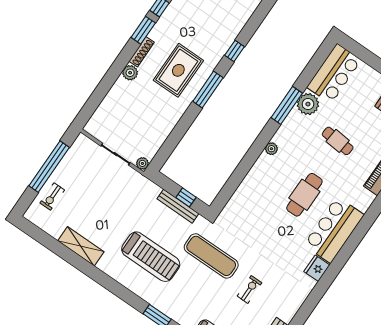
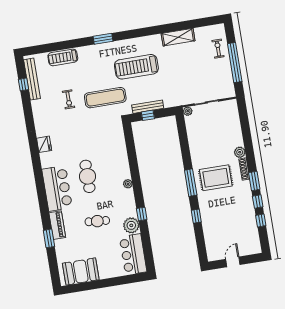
rug: (178, 70) -> (216, 178), turned 90
window: (287, 105) -> (142, 214), width x0.46
bar counter: (334, 230) -> (57, 188), moved

